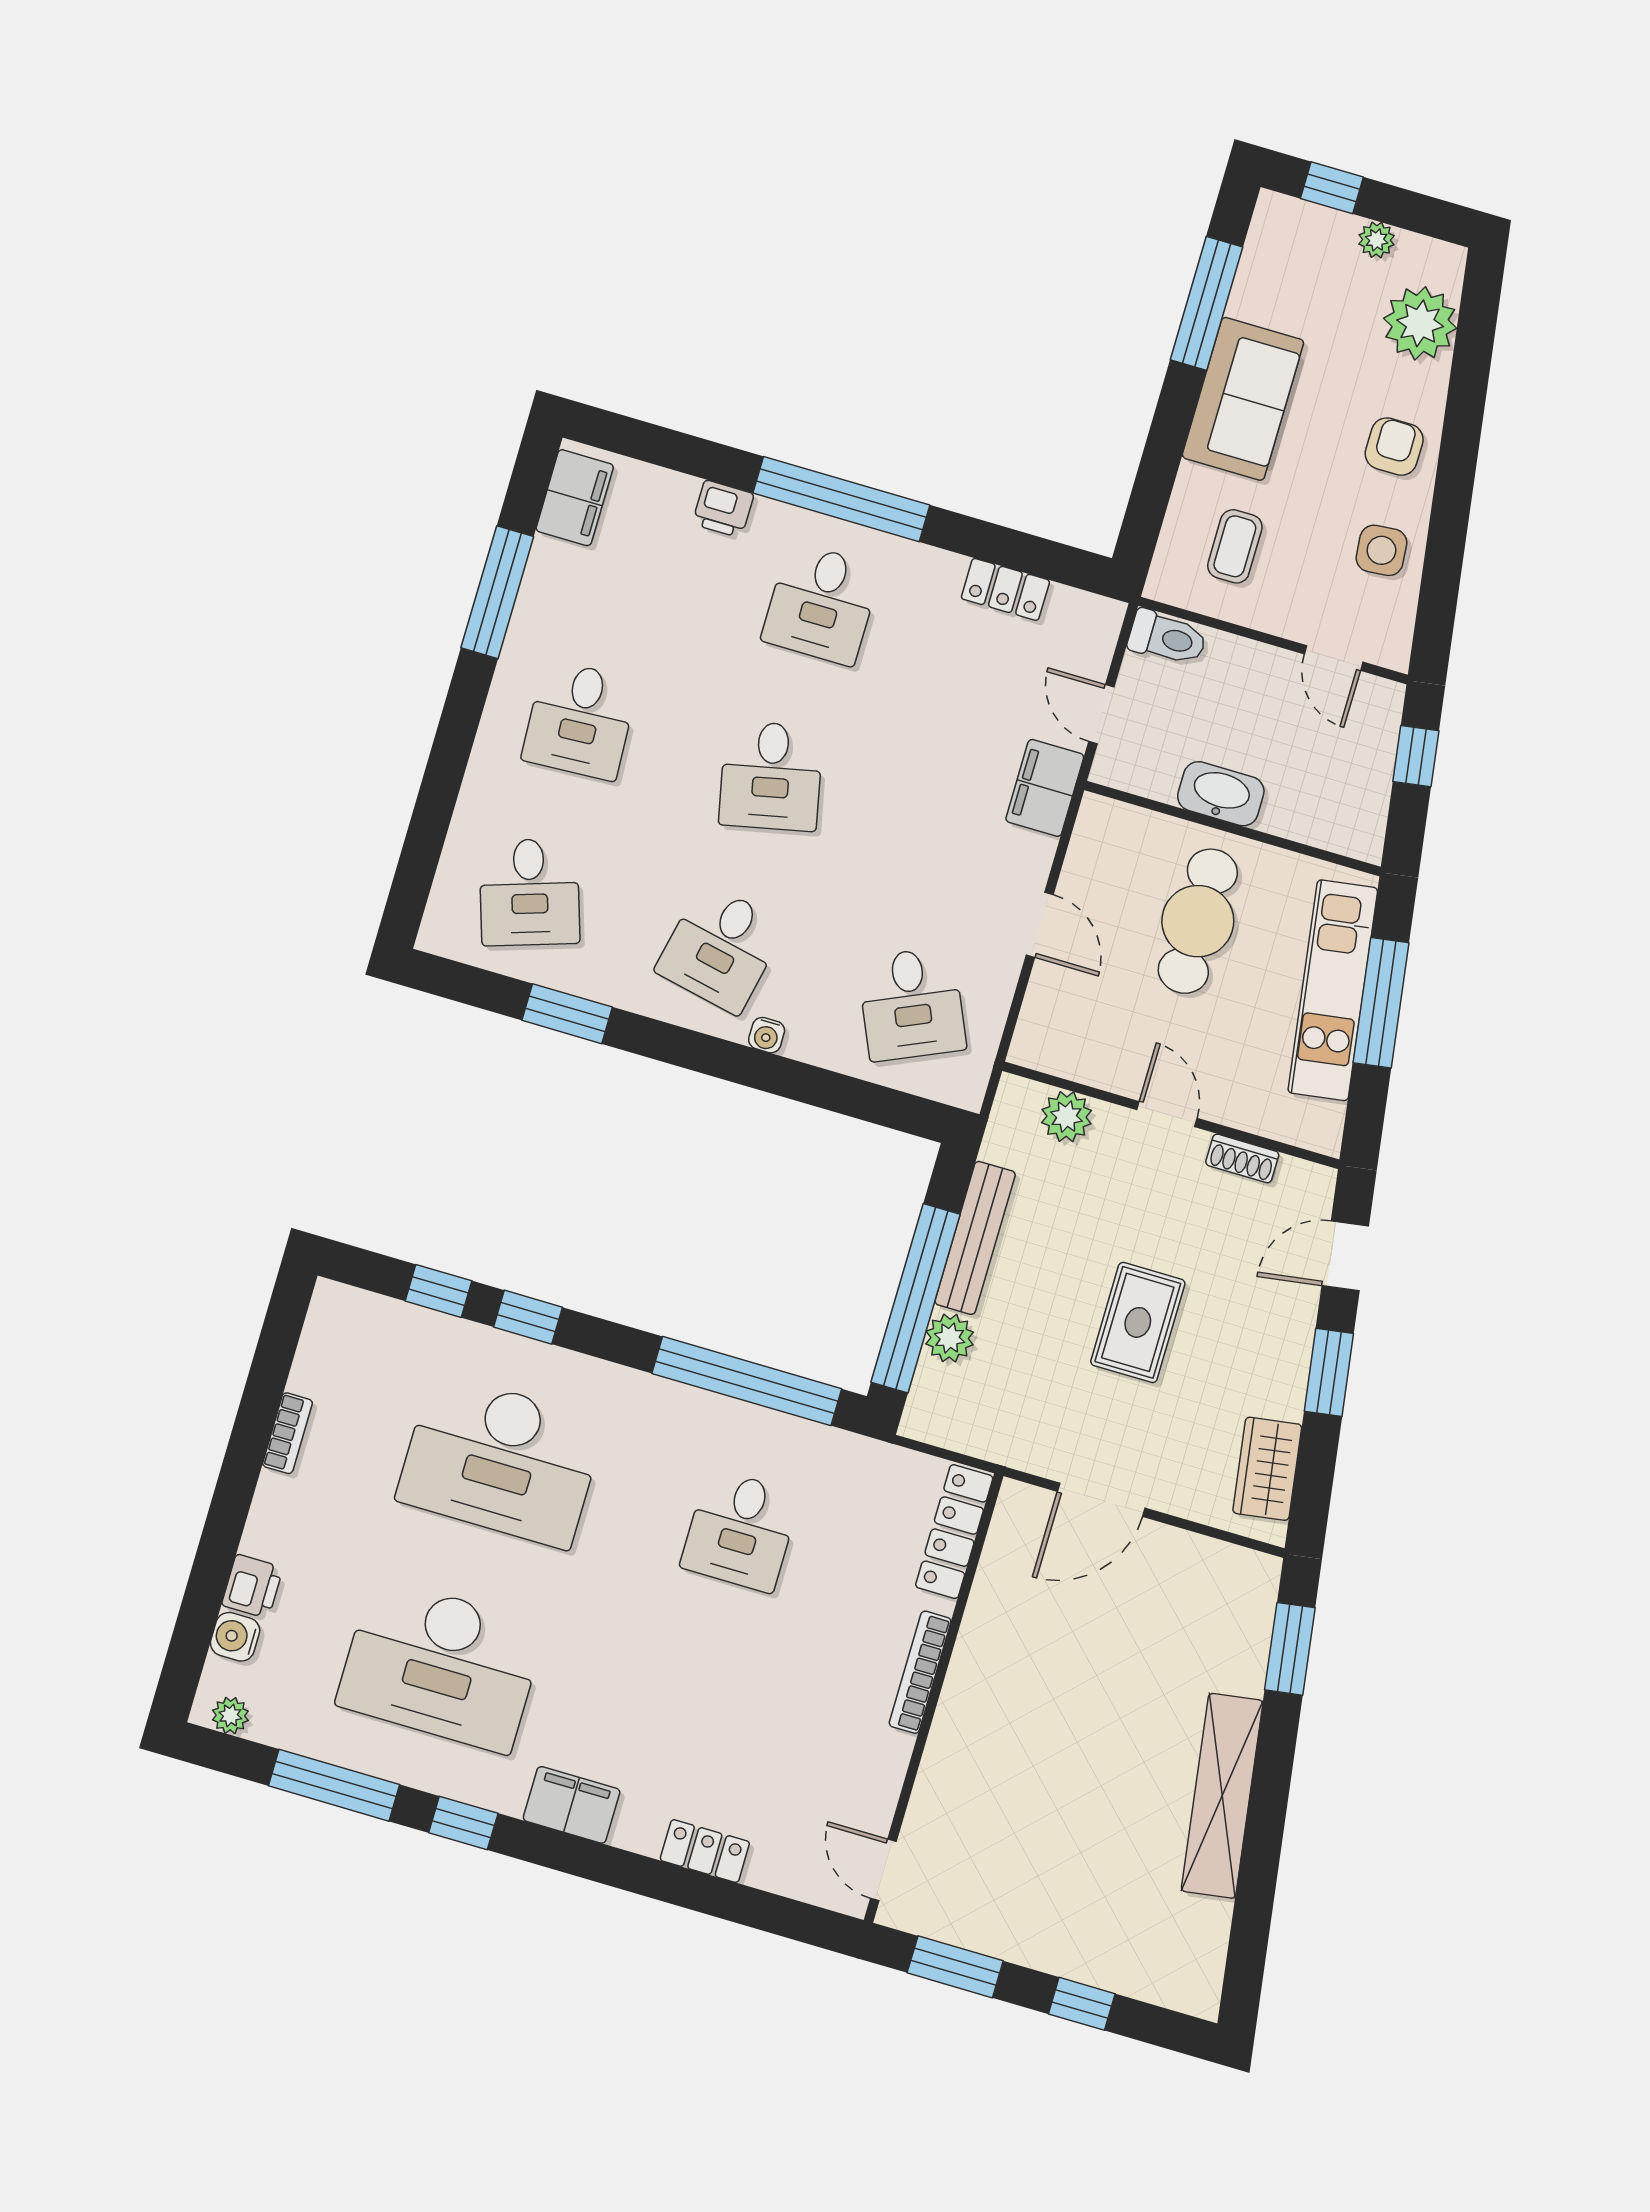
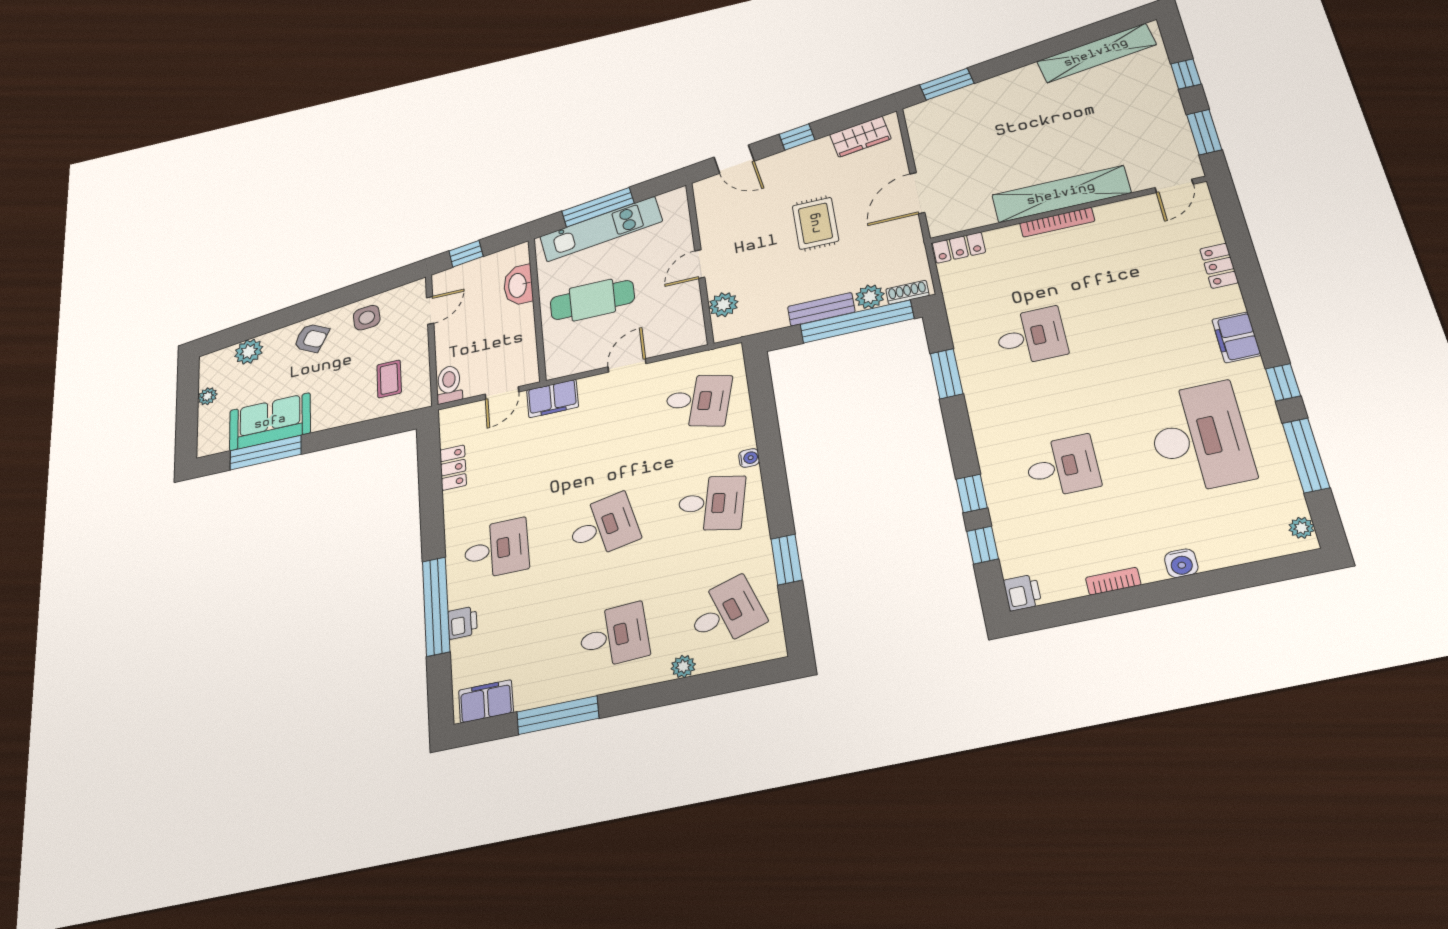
window: (1332, 188) -> (187, 428), removed
plant: (1420, 323) -> (249, 352), width x0.73, depth x0.73
sofa: (1243, 399) -> (270, 422), moved
armchair: (1394, 447) -> (311, 338), turned -152
window: (841, 499) -> (436, 606), moved
coffee table: (1235, 546) -> (389, 379), turned 90
washbasin: (1221, 794) -> (518, 285), moved
plant: (477, 798) -> (683, 666), added
desk: (912, 1004) -> (698, 401), turned 39
shoe rack: (1242, 1158) -> (907, 292), moved, turned -90
bench: (975, 1238) -> (821, 309), width x0.73
rug: (1138, 1322) -> (815, 223), turned 90
window: (1329, 1372) -> (797, 137), width x0.67
window: (747, 1381) -> (947, 374), width x0.47
desk: (501, 1460) -> (1062, 466), width x0.53, depth x0.77
door: (1101, 1500) -> (917, 193), swing flipped
locker: (954, 1532) -> (959, 248), width x0.66
printer: (252, 1586) -> (1023, 593), moved, turned 90
water cooler: (235, 1637) -> (1181, 563), moved
shelving: (968, 1705) -> (1061, 194), added
shelving: (1222, 1796) -> (1096, 53), moved

